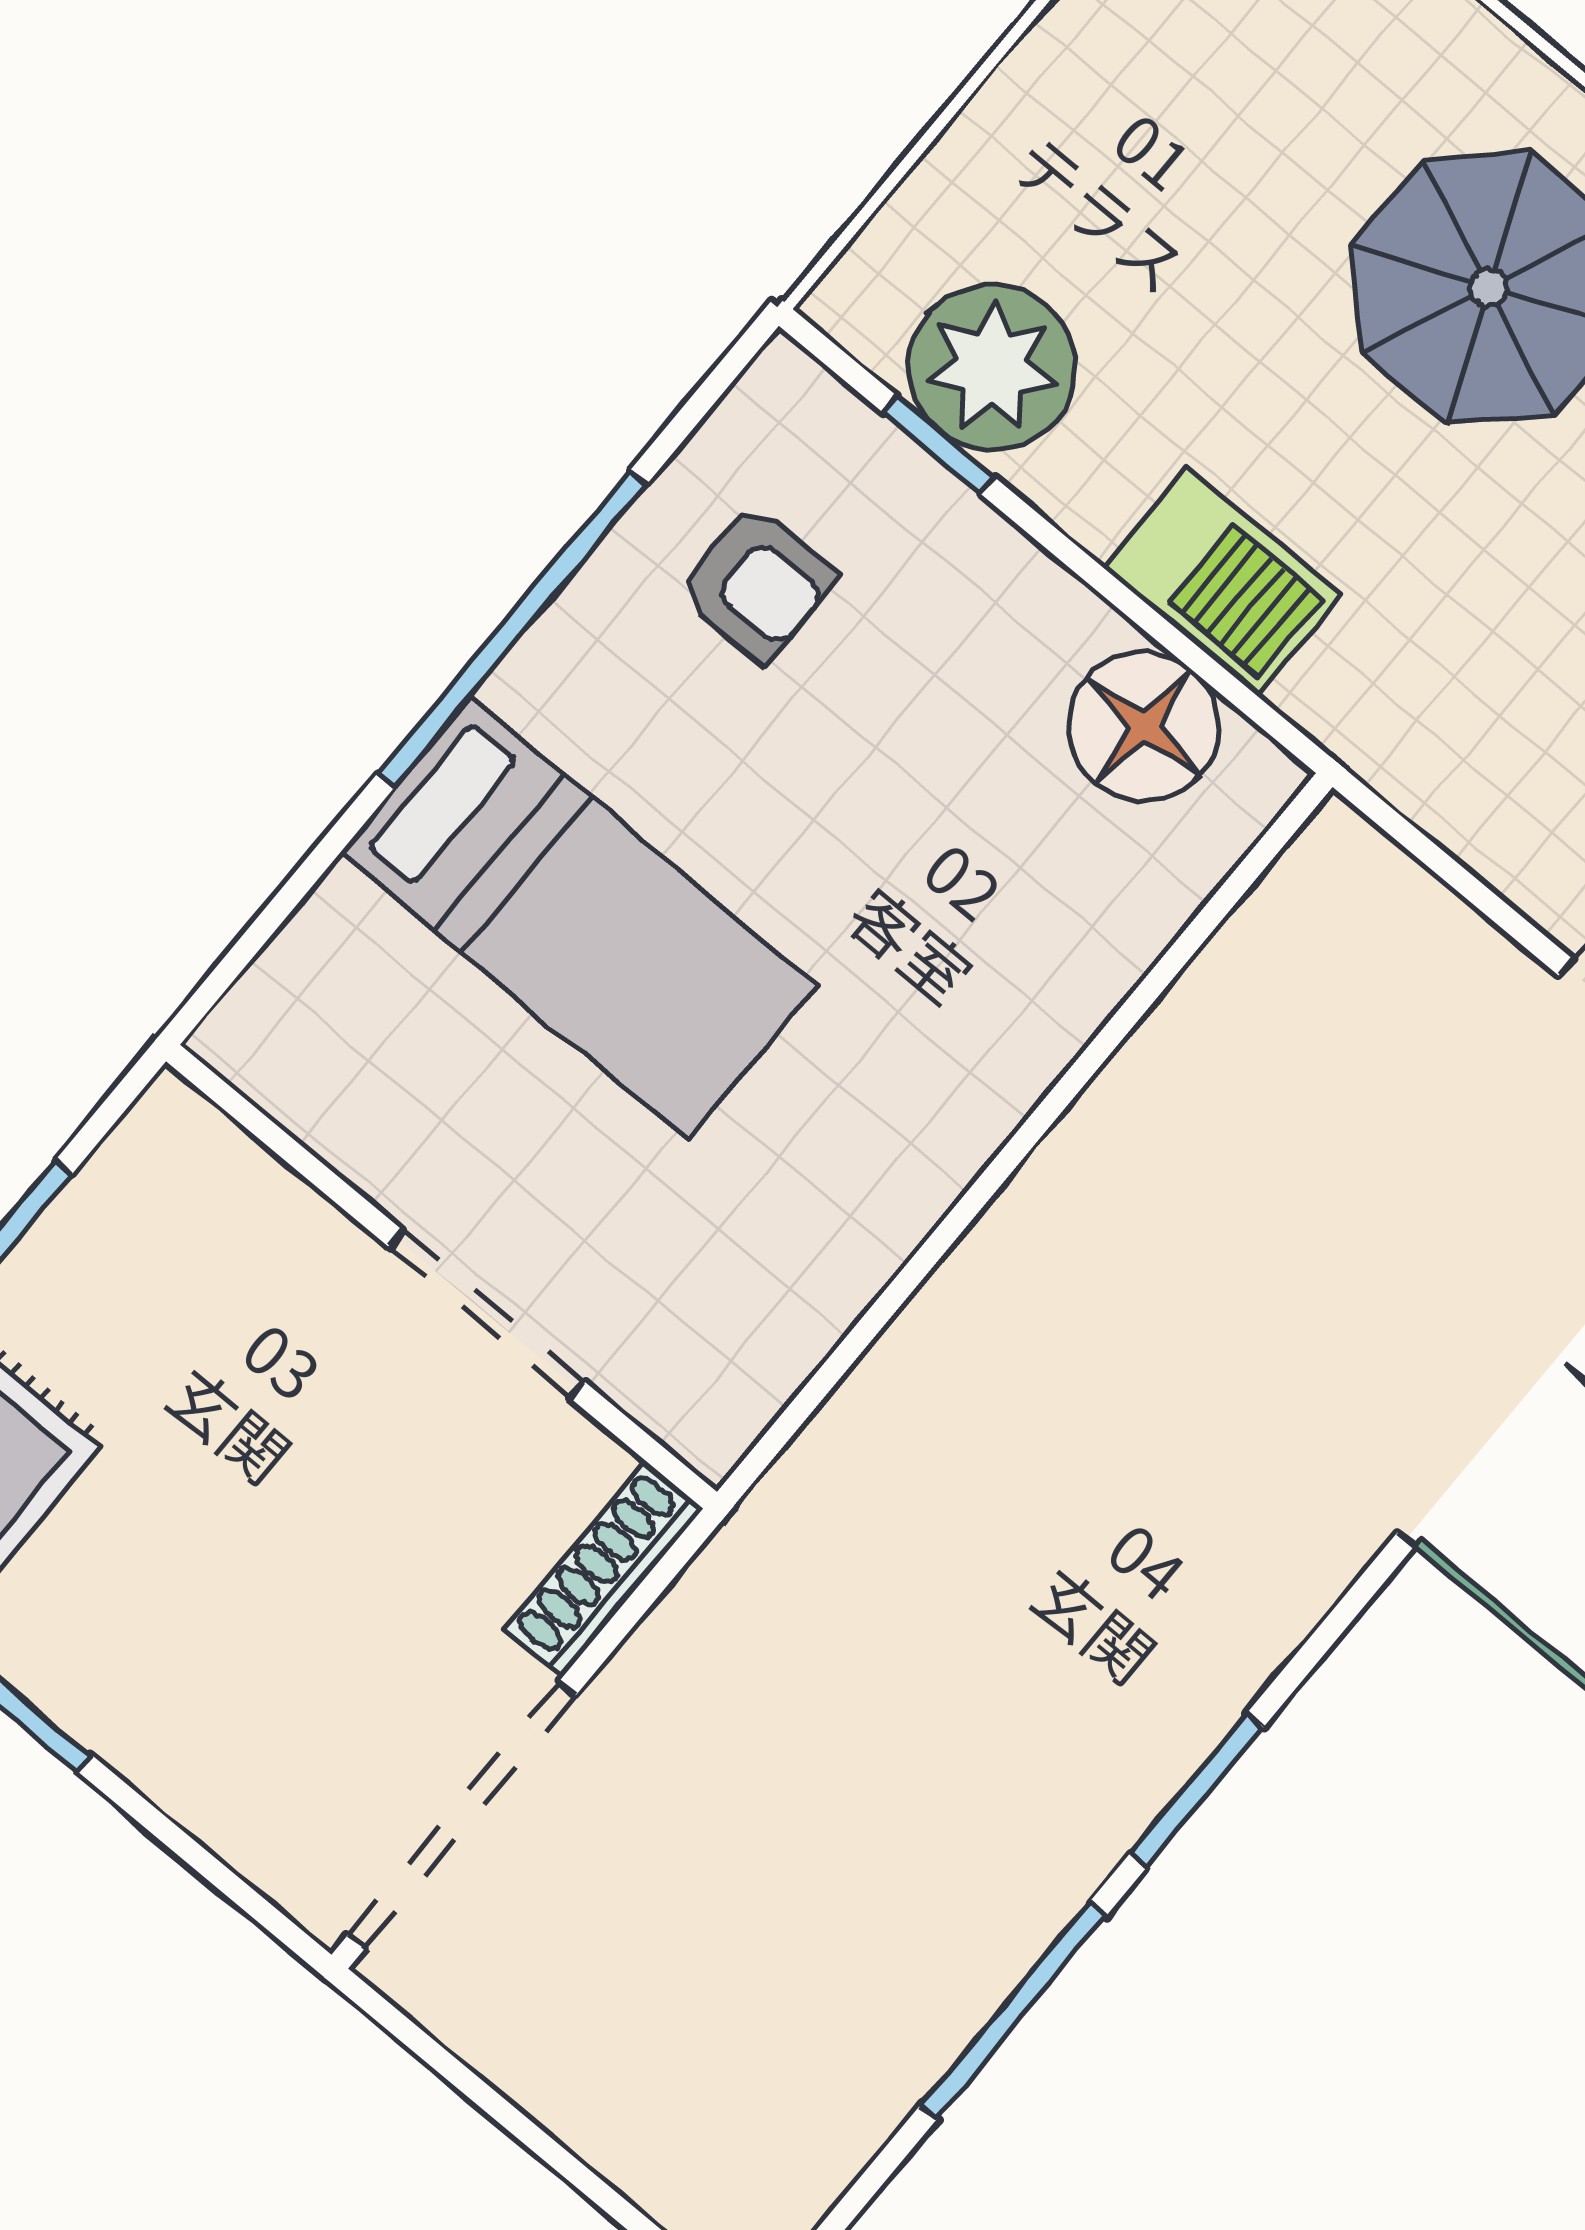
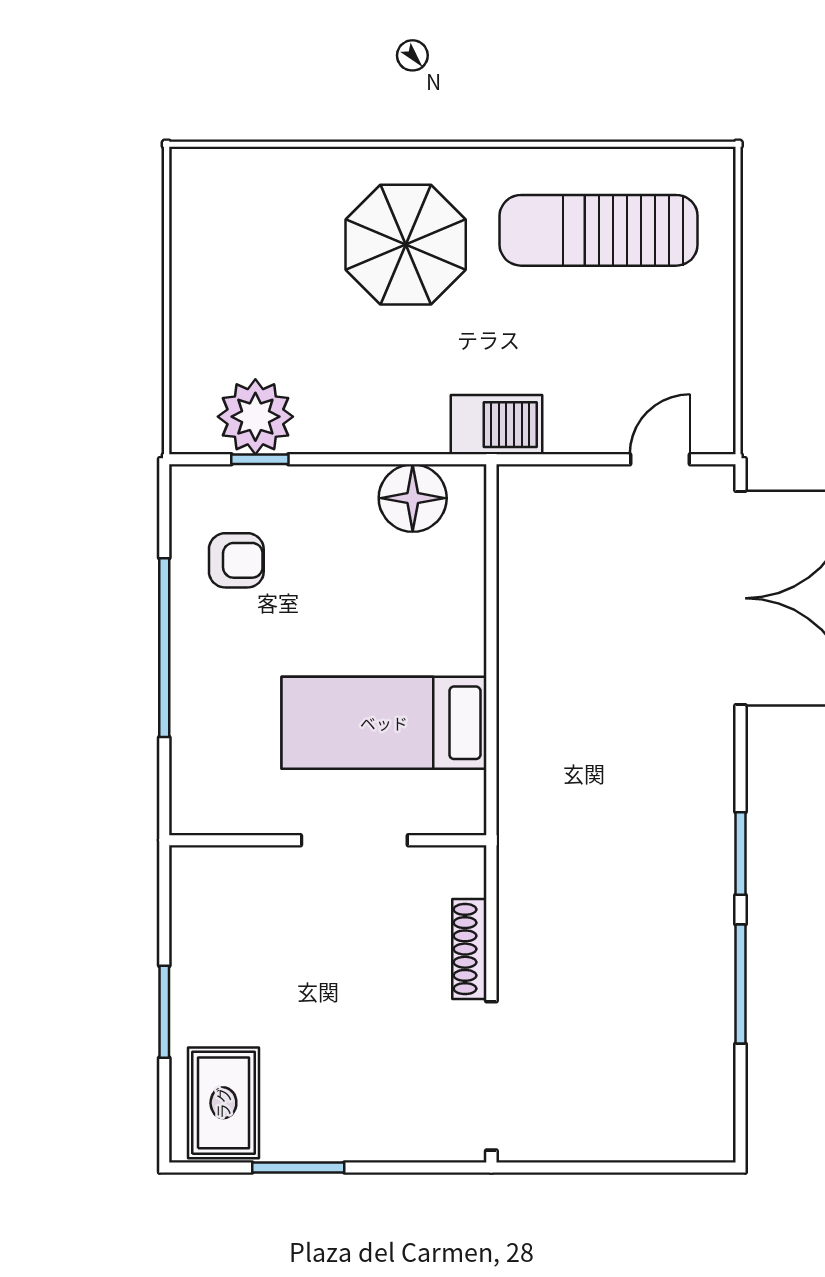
barbecue: (1222, 582) -> (497, 425), moved
bed: (579, 918) -> (384, 723), moved, turned 180
wall: (442, 1277) -> (328, 840), moved
doorway: (487, 1314) -> (354, 840), moved

